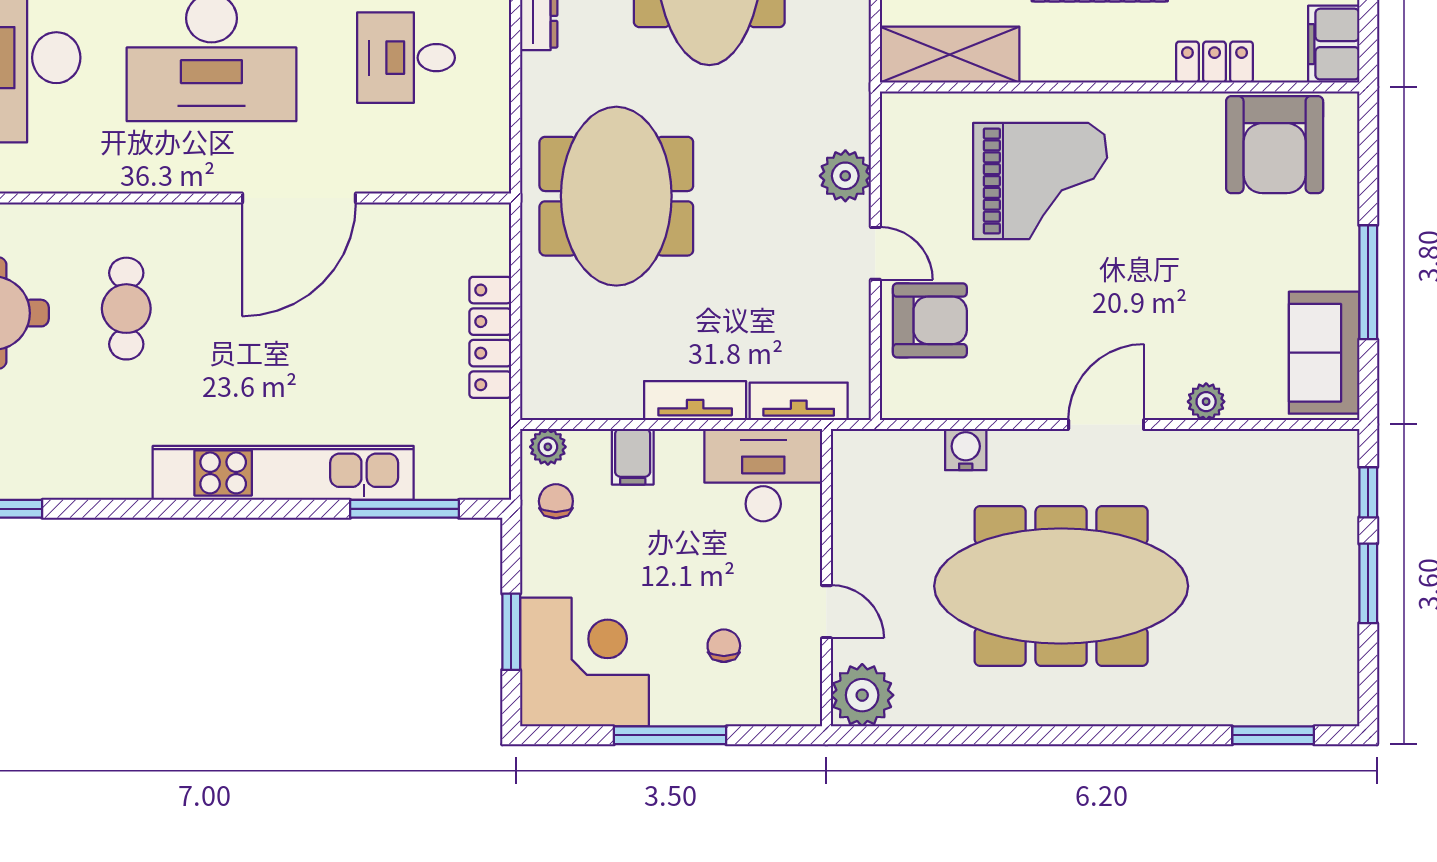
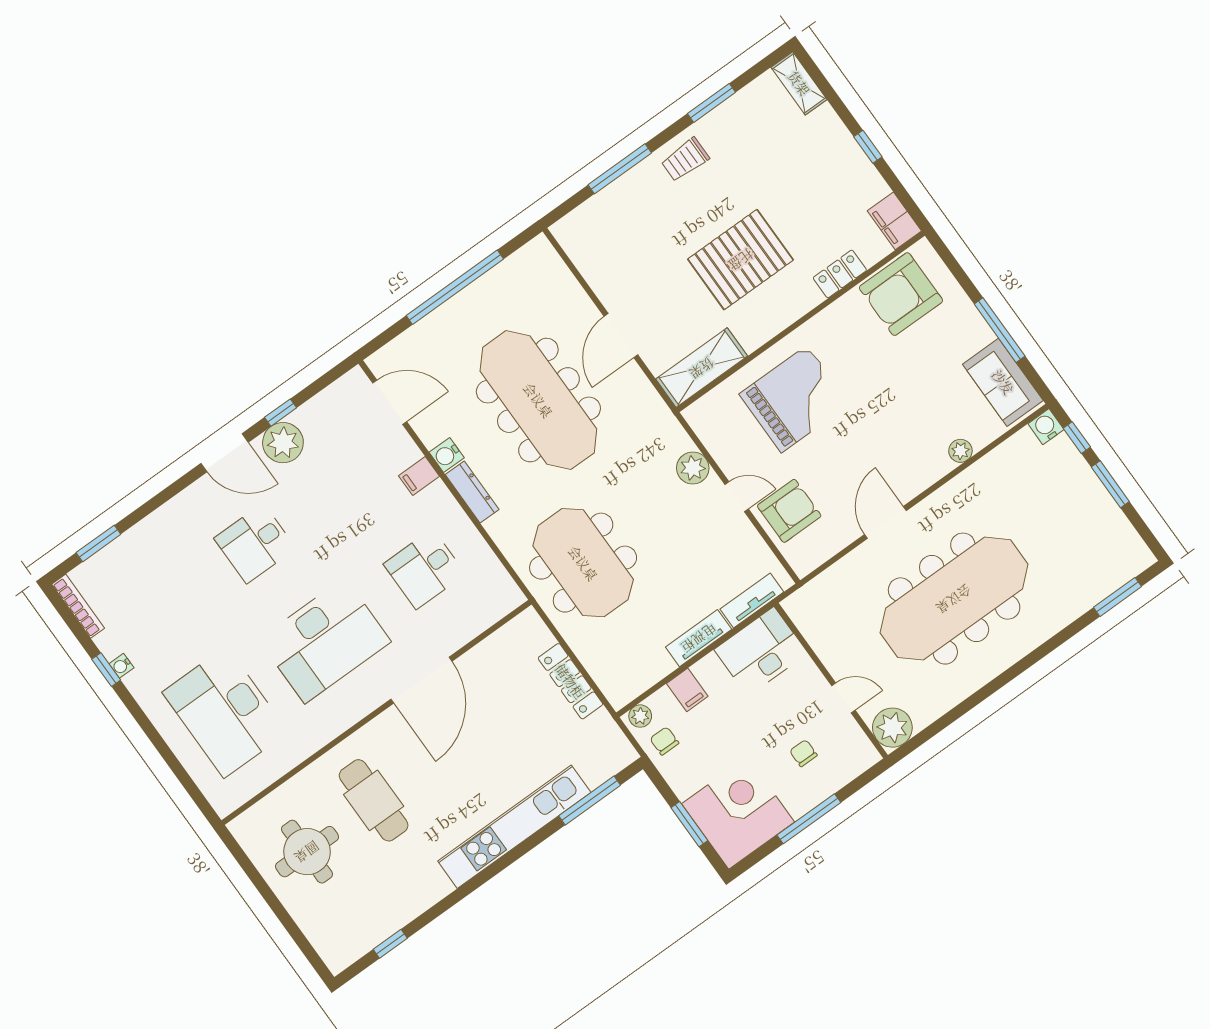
armchair: (1275, 145) -> (901, 294), turned 90
cafe table: (126, 309) -> (374, 800), width x1.37, depth x1.35
door: (1106, 424) -> (885, 522), moved
water cooler: (966, 450) -> (1046, 427), moved

